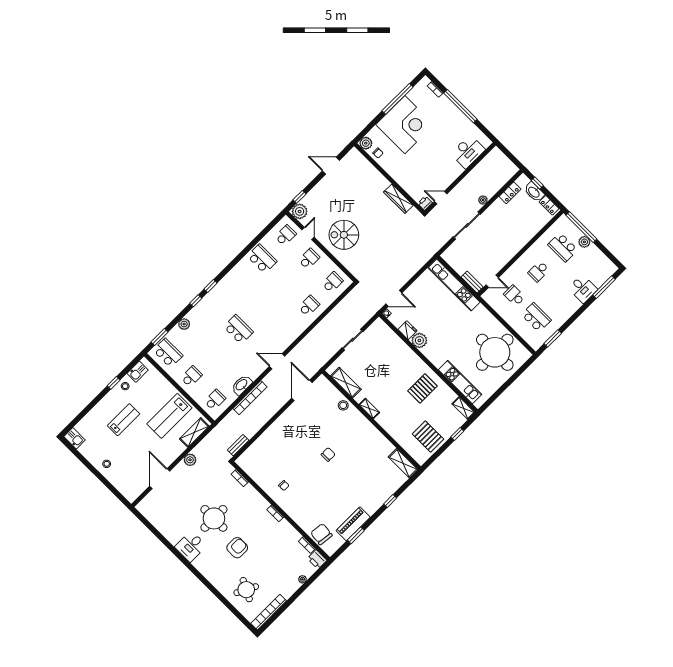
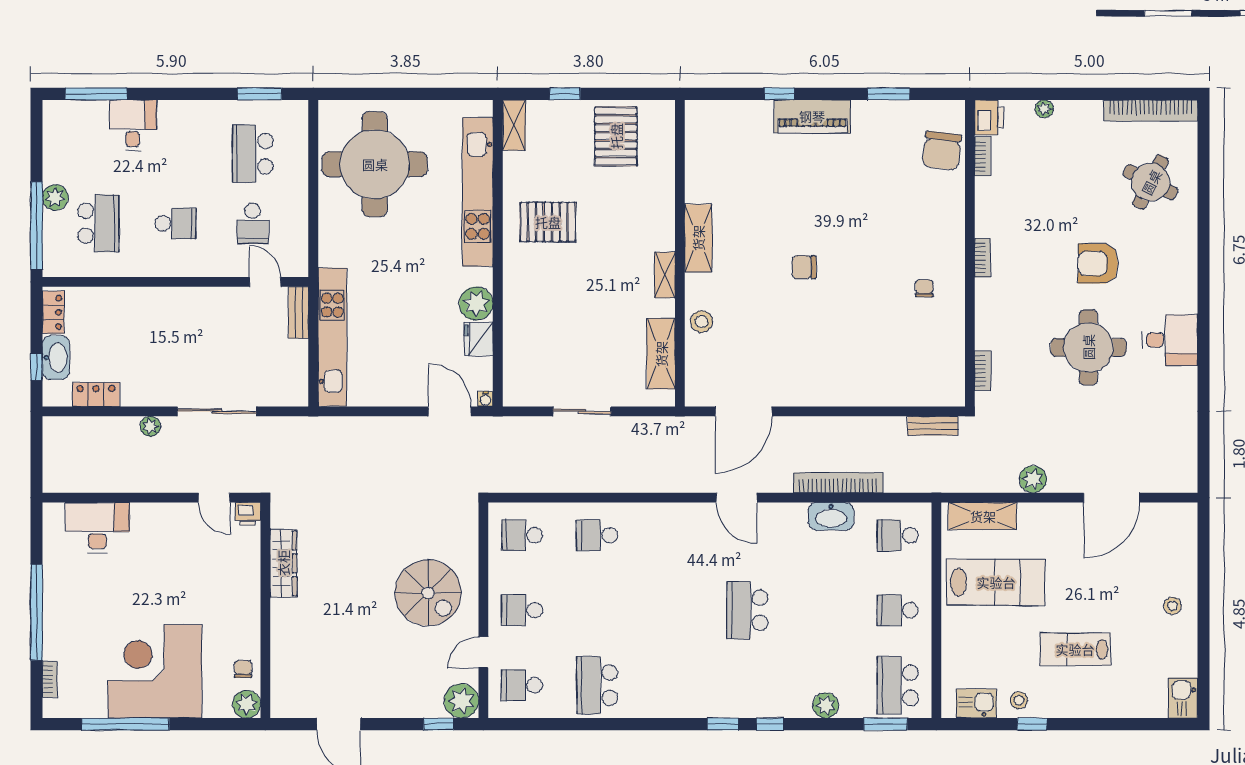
kitchen unit: (460, 382) -> (478, 192), width x1.36
shelving: (403, 463) -> (698, 238), moved
piano: (353, 524) -> (812, 116), moved

